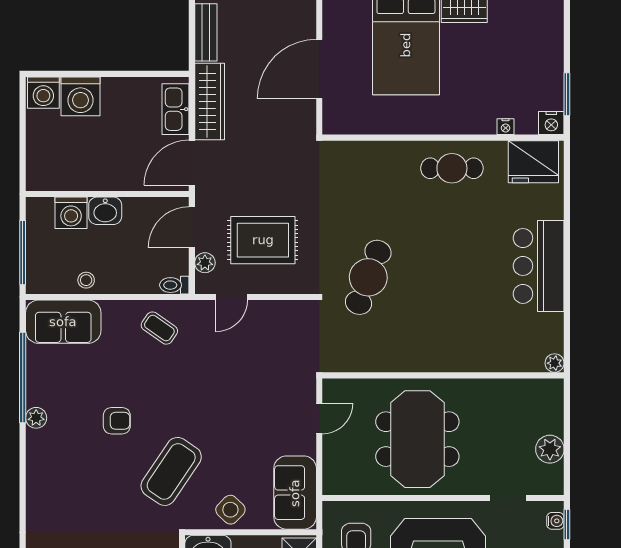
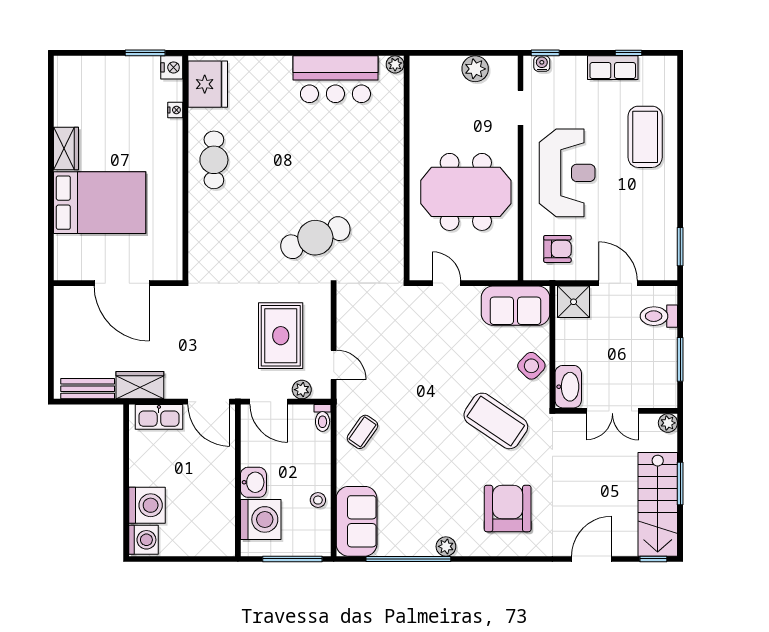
wardrobe: (210, 102) -> (140, 385), width x0.67
washing machine: (71, 213) -> (261, 519), width x1.37, depth x1.37
bar counter: (539, 266) -> (335, 79), moved
cafe table: (368, 277) -> (315, 238), turned -42
armchair: (117, 421) -> (508, 509), moved, width x1.88, depth x1.88

